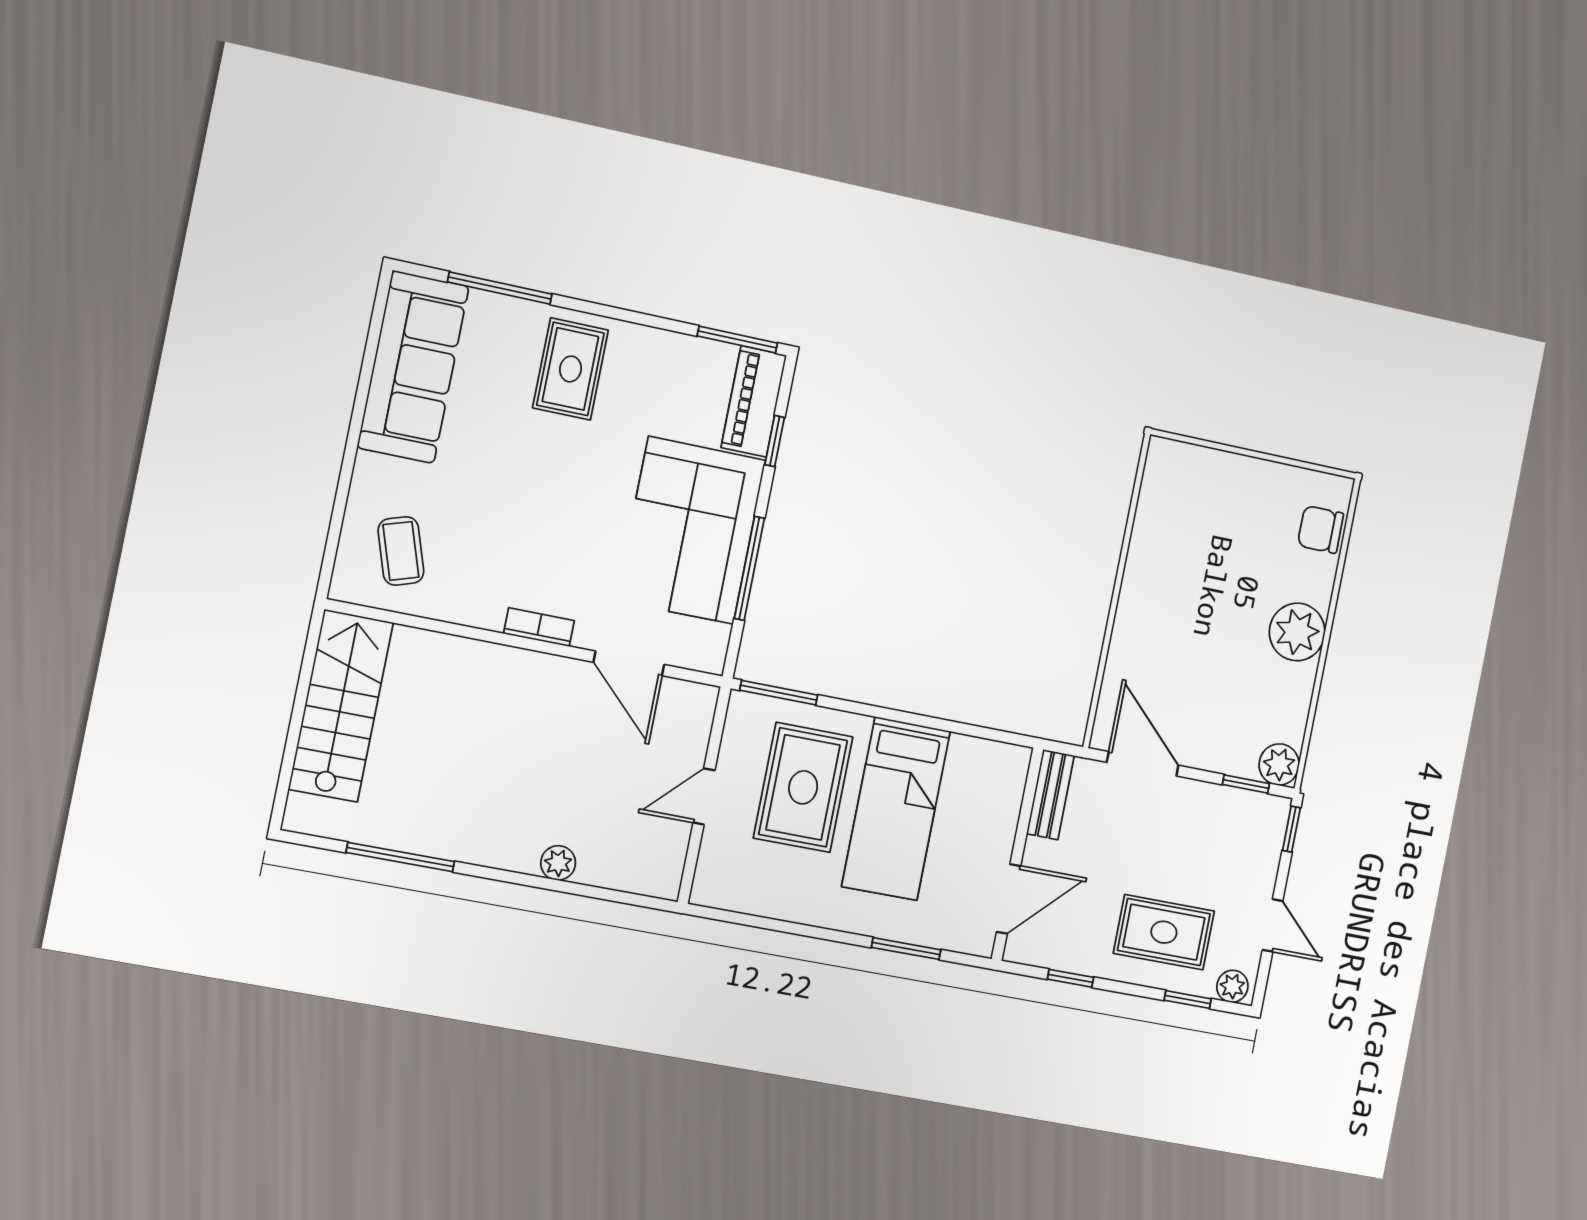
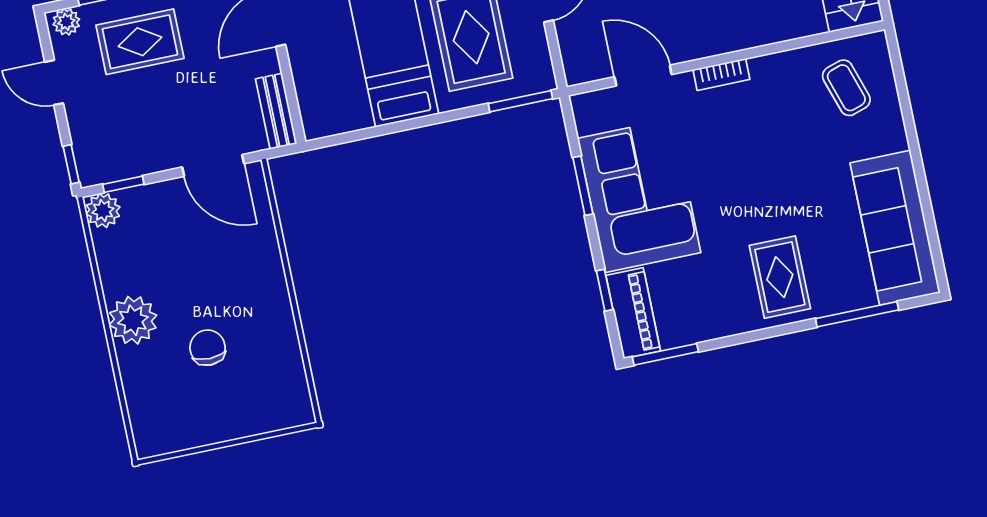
chair: (1321, 529) -> (208, 348), moved, turned -90
window: (749, 568) -> (583, 186), width x0.69

